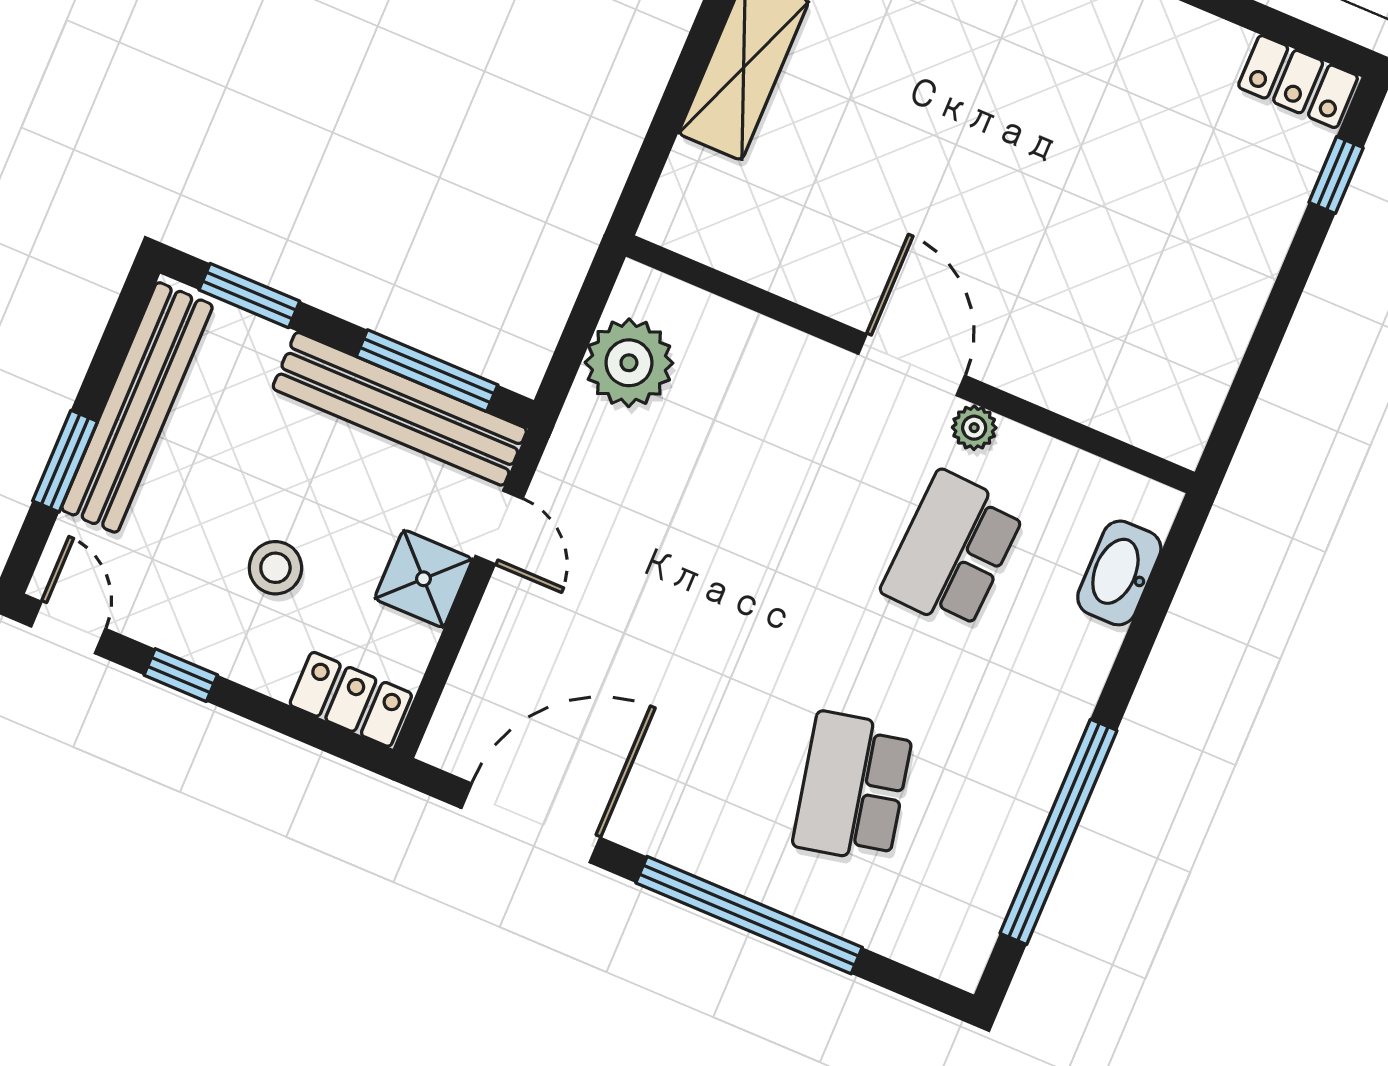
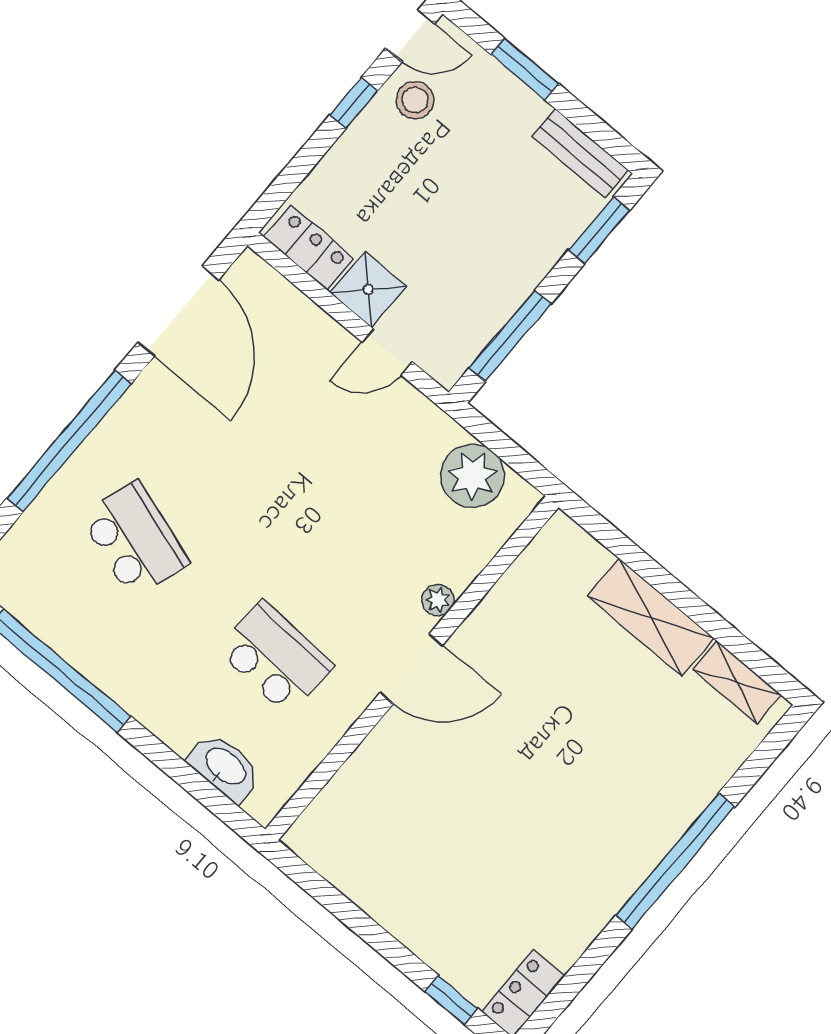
bench: (137, 407) -> (580, 153), width x0.54, depth x0.82
bench: (400, 409) -> (490, 309), removed
plant: (974, 428) -> (438, 600), moved
stool: (275, 568) -> (415, 100), moved
locker: (351, 699) -> (309, 248), moved, turned -90
school desk: (853, 787) -> (134, 539), turned 30

